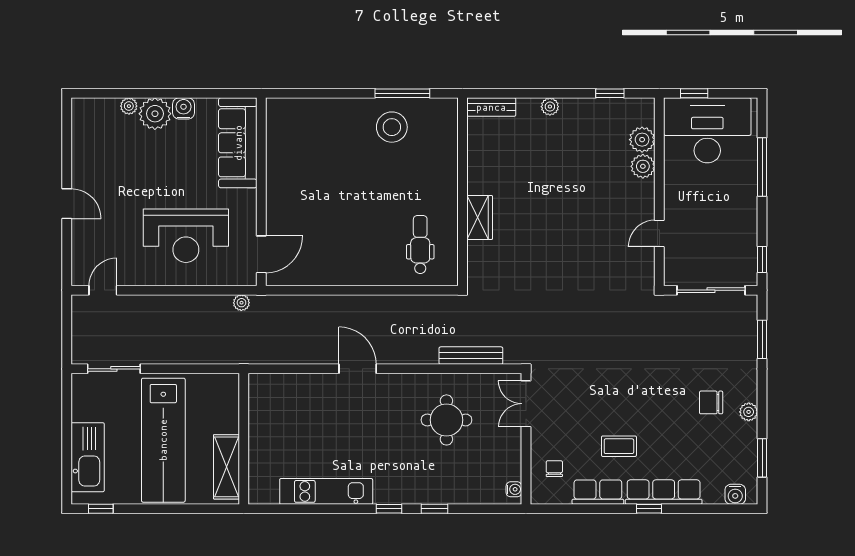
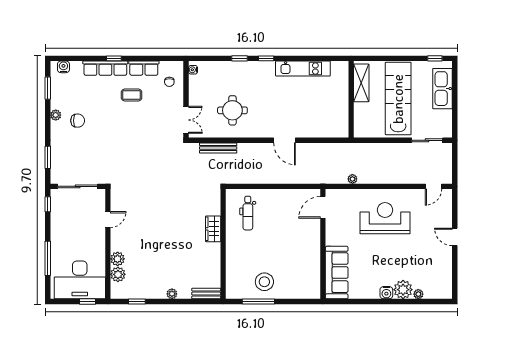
sofa: (238, 143) -> (337, 273), moved
wall: (261, 192) -> (323, 244), moved
door: (261, 254) -> (323, 207), moved

